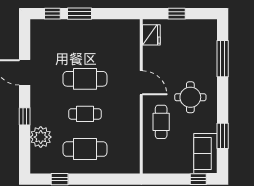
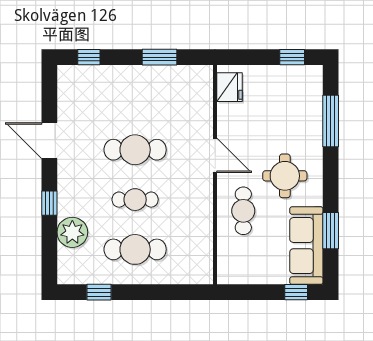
window: (79, 14) -> (159, 57), moved
window: (177, 14) -> (292, 57), moved
sofa: (206, 154) -> (306, 246), width x1.36

